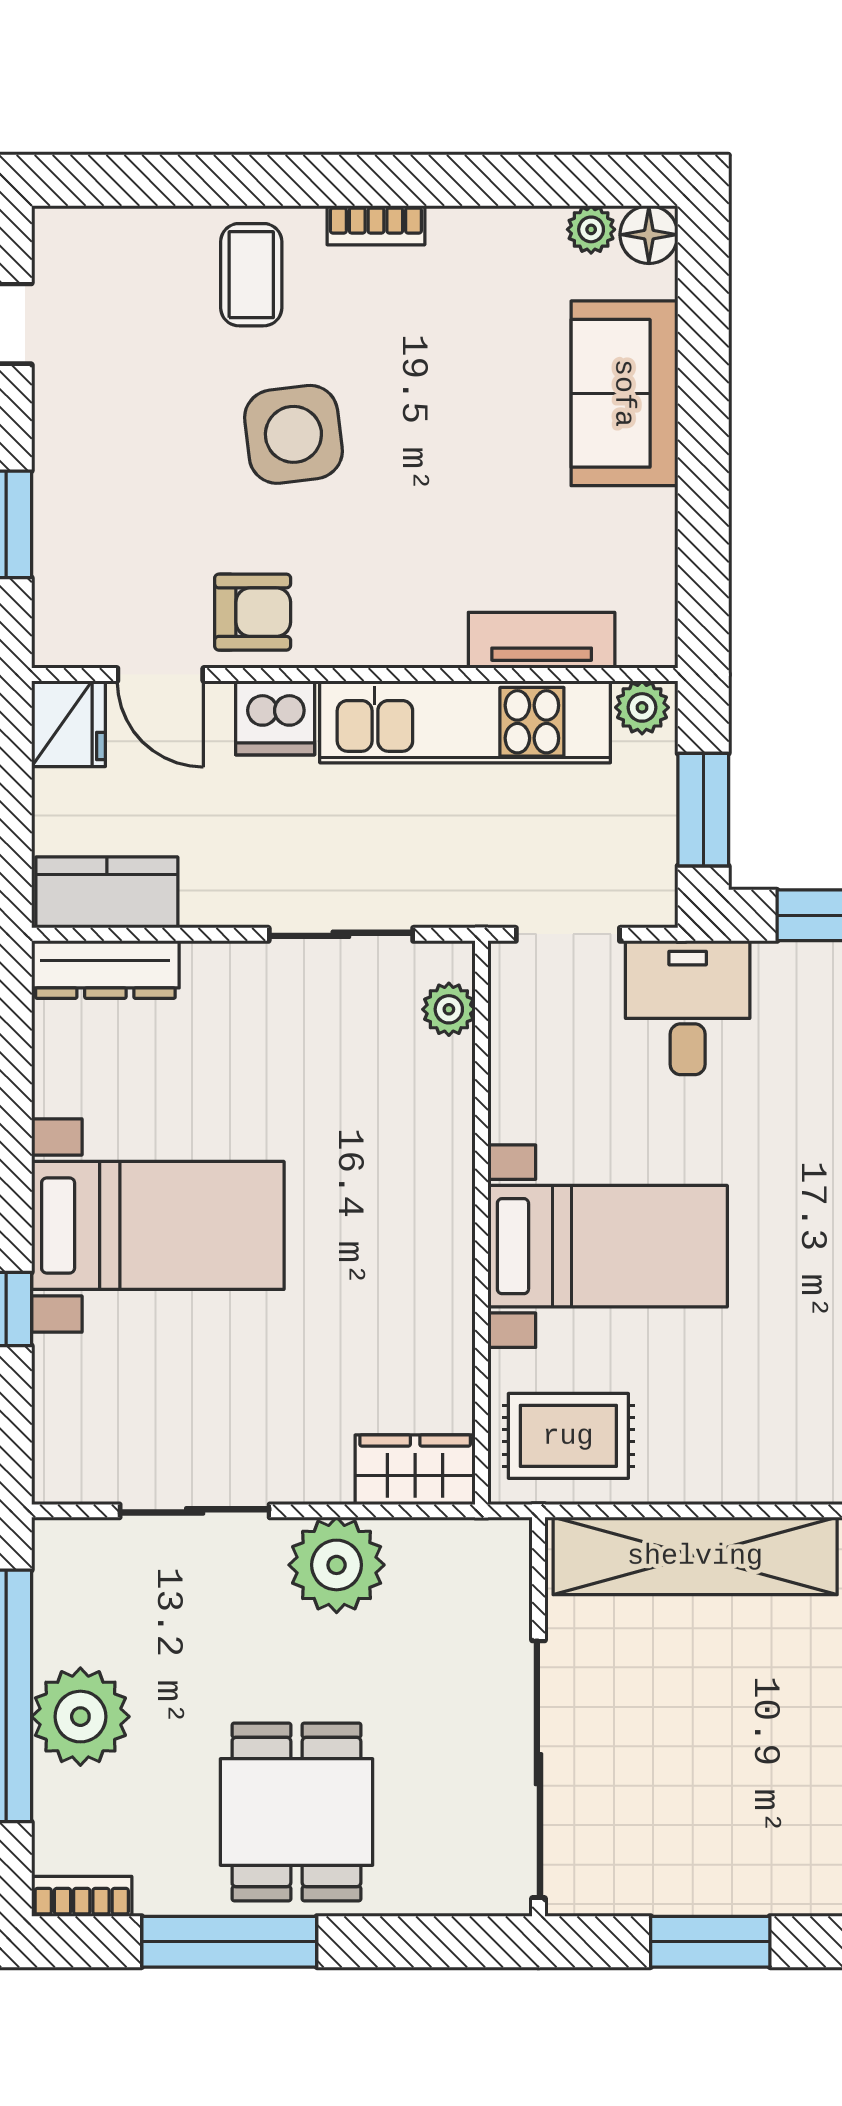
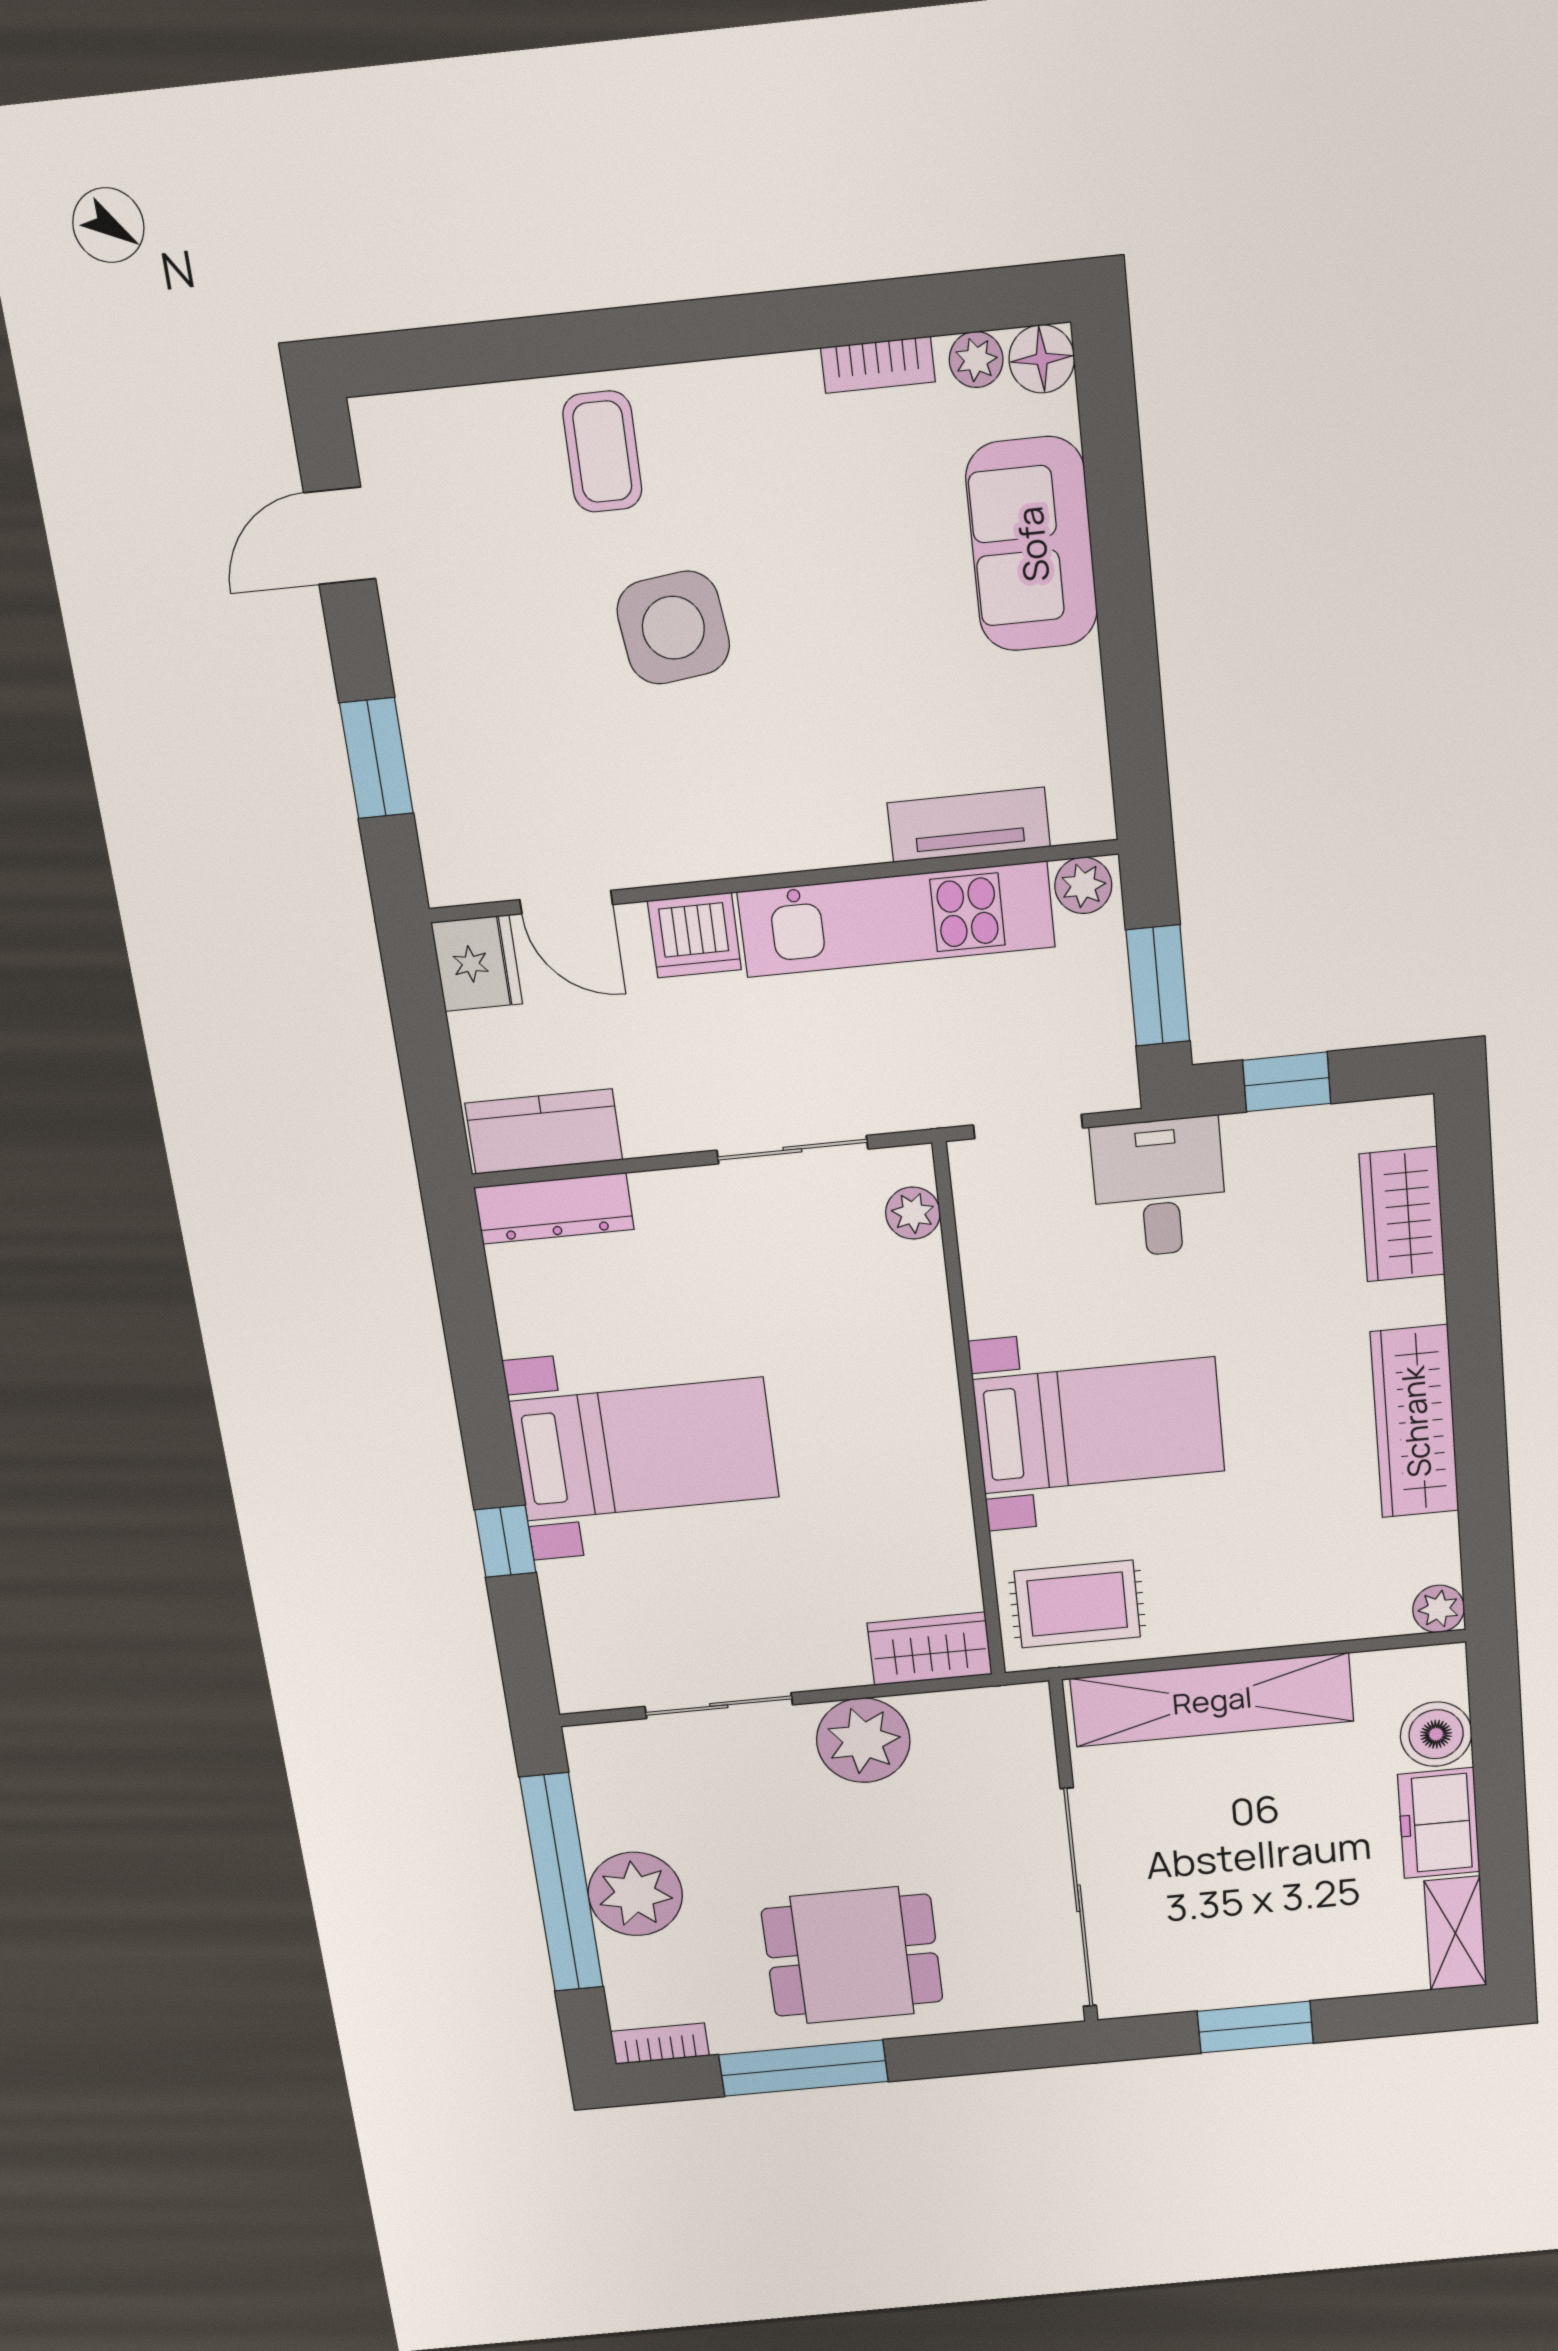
bookcase: (376, 225) -> (878, 365), moved
armchair: (253, 612) -> (655, 826), removed
dining table: (296, 1812) -> (852, 1955), turned 90

